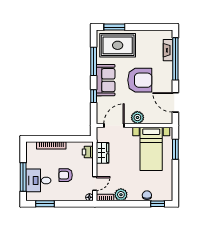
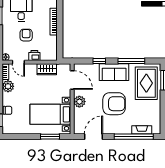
armchair: (140, 80) -> (114, 104), turned -90
printer: (88, 152) -> (34, 56), moved

